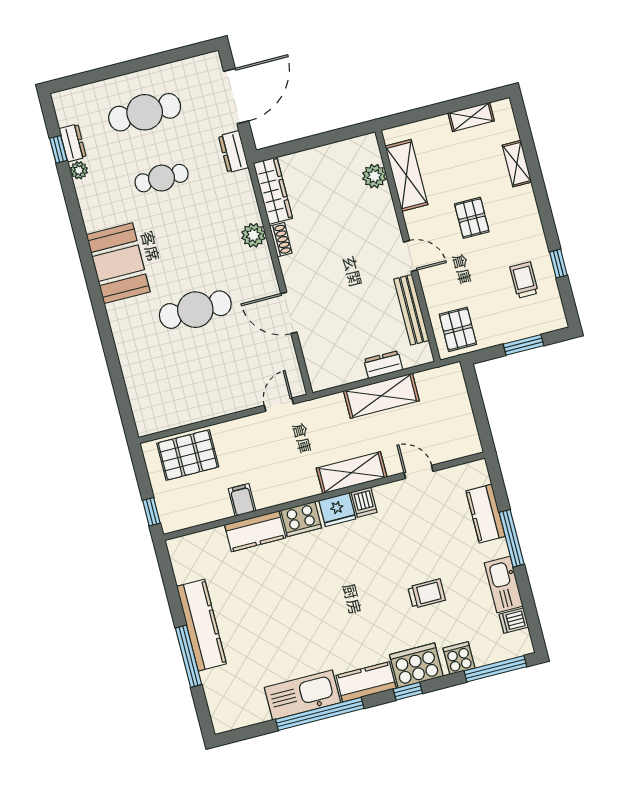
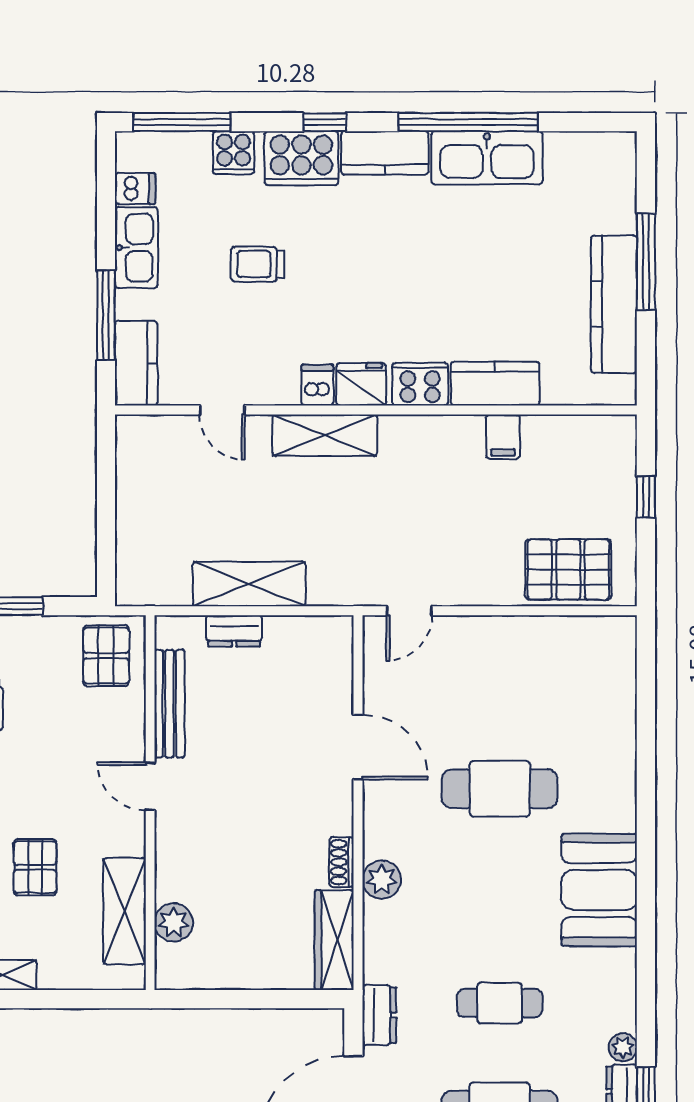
pallet: (472, 218) -> (35, 867), moved
door: (419, 472) -> (222, 410), moved
shelving: (352, 473) -> (325, 435), moved
wall: (324, 496) -> (376, 410), moved
filing cabinet: (242, 500) -> (503, 437), moved
dishwasher: (364, 502) -> (317, 385), moved
fridge: (337, 510) -> (361, 384), moved
cooker: (301, 519) -> (420, 384), moved
kitchen counter: (255, 531) -> (495, 384), moved

